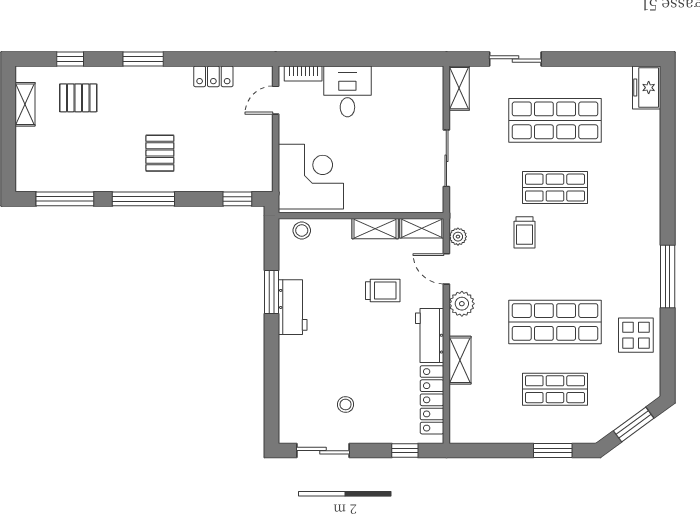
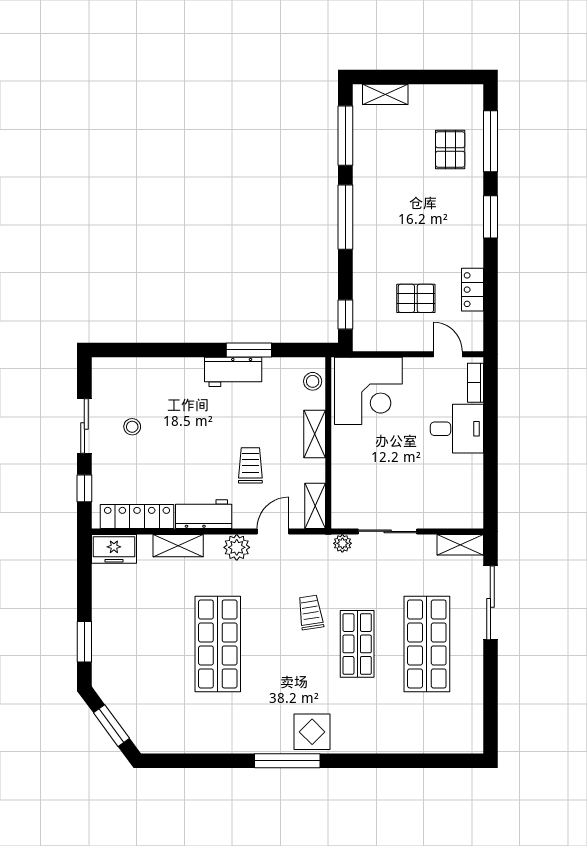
window: (70, 59) -> (490, 141), width x2.17
sliding door: (515, 59) -> (490, 603), width x1.37
freezer: (647, 88) -> (114, 549), moved, turned 180
shelving: (25, 104) -> (385, 94), moved
pallet: (160, 153) -> (416, 298), moved
shelving: (375, 229) -> (315, 434), moved
trolley: (525, 232) -> (311, 612), turned 81
plant: (458, 237) -> (342, 543), moved
window: (668, 276) -> (287, 761), moved
trolley: (383, 291) -> (250, 465), turned 180
display table: (636, 335) -> (312, 732), moved
shop shelf: (555, 389) -> (148, 644), removed
sliding door: (323, 451) -> (84, 426), moved

